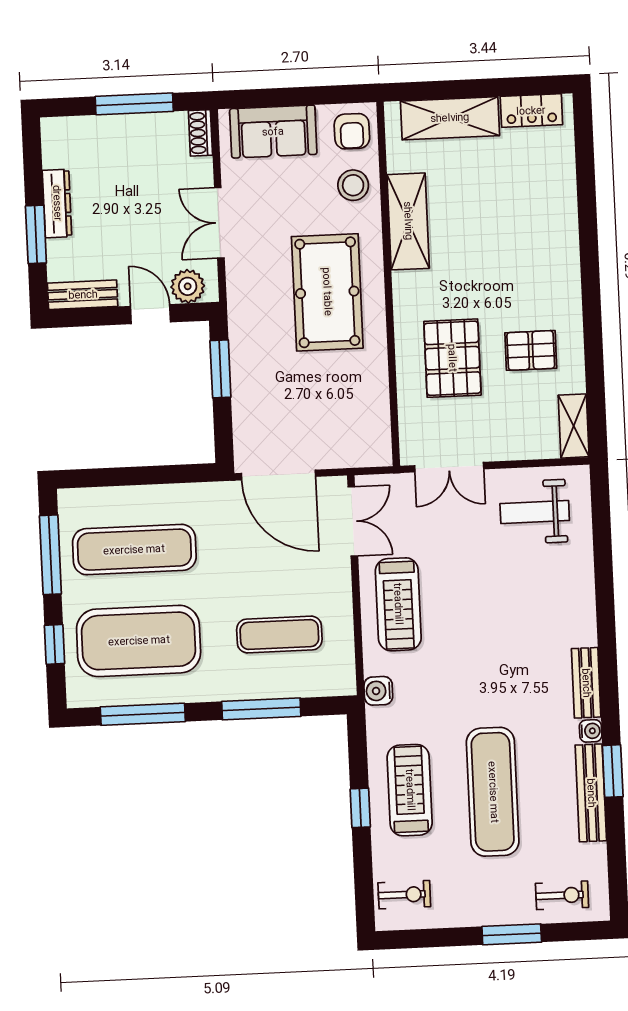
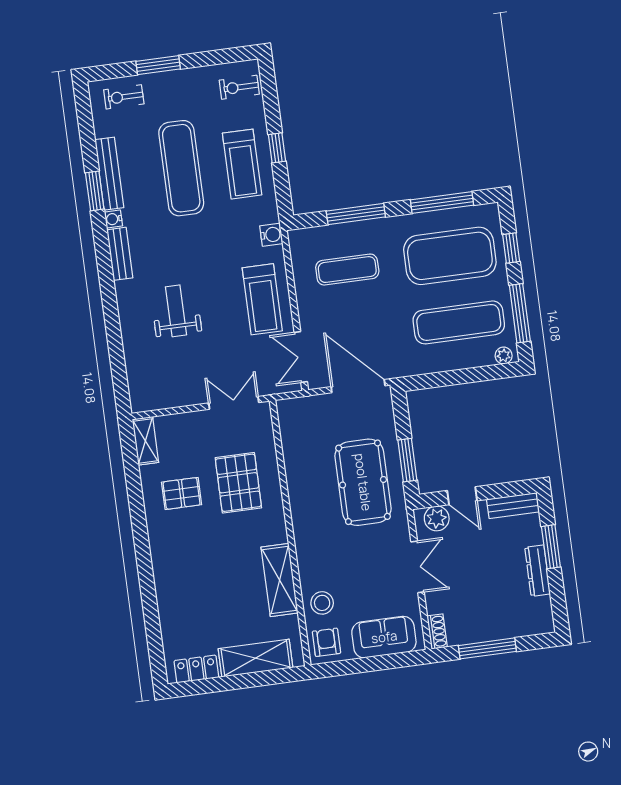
pool table: (327, 292) -> (363, 482), moved
plant: (78, 499) -> (504, 356), added
weight bench: (535, 512) -> (176, 311), moved, turned -90
treadmill: (398, 604) -> (262, 299), turned 180

